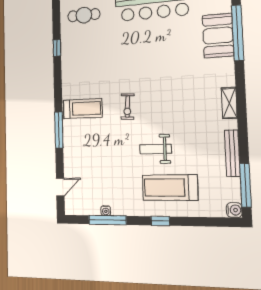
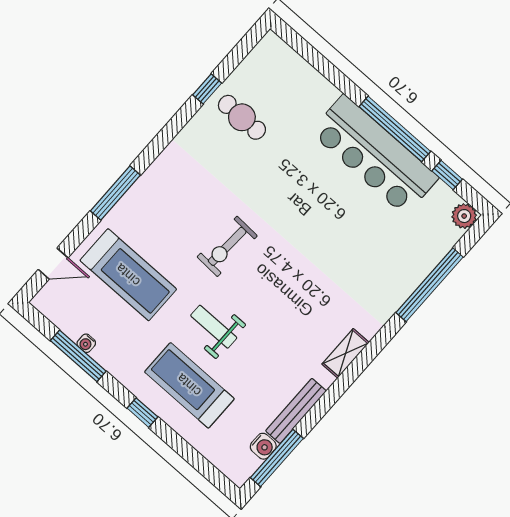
cafe table: (84, 15) -> (242, 117), moved
booth: (218, 36) -> (406, 267), removed
exercise bike: (127, 107) -> (227, 246), width x1.38, depth x1.39
treadmill: (83, 109) -> (128, 275), moved, width x1.37, depth x1.38
water cooler: (234, 210) -> (263, 446), moved

